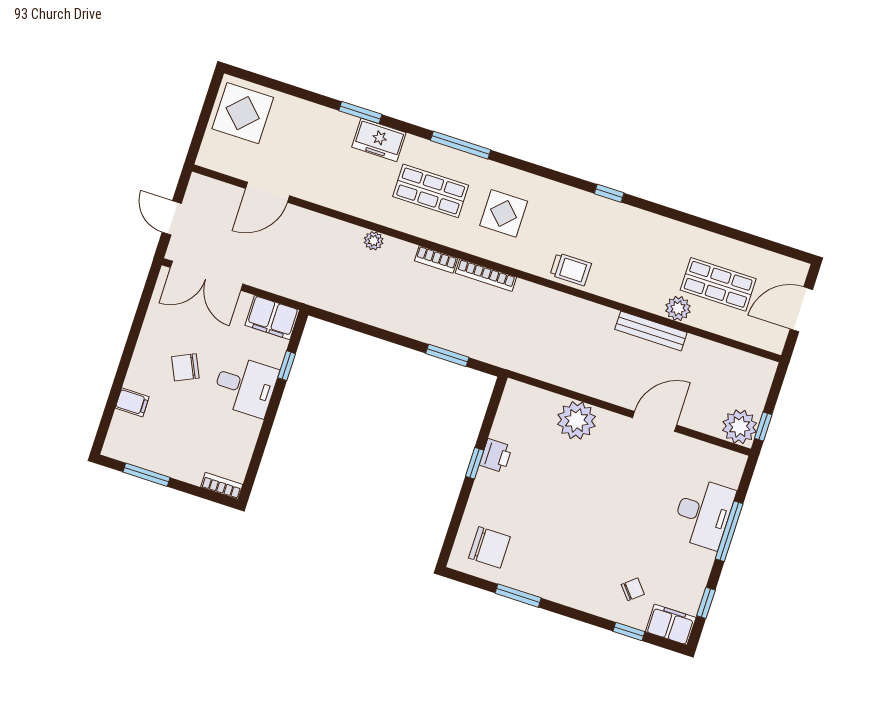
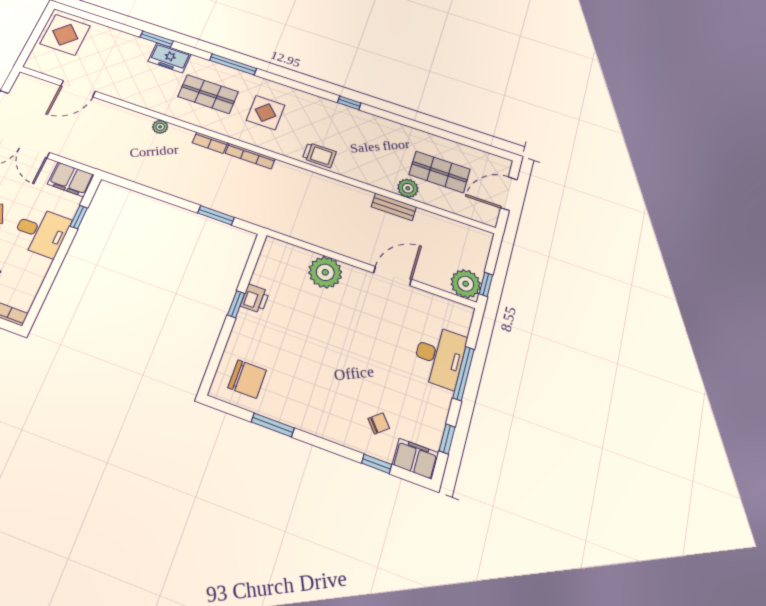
bench: (651, 331) -> (394, 207), width x0.73

